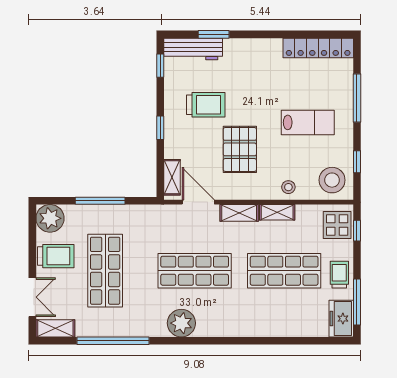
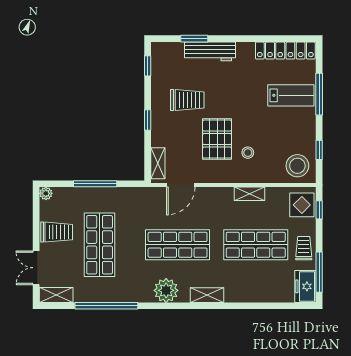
workbench: (193, 49) -> (210, 51), moved
lab bench: (308, 122) -> (291, 95), moved
stool: (288, 187) -> (248, 153), moved
door: (198, 202) -> (181, 185), swing flipped
shelving: (239, 213) -> (207, 295), moved
plant: (50, 218) -> (46, 193), width x0.53, depth x0.53
double door: (32, 297) -> (36, 268), swing flipped

